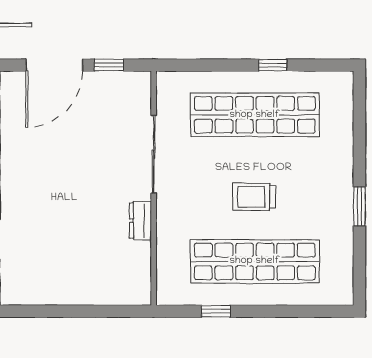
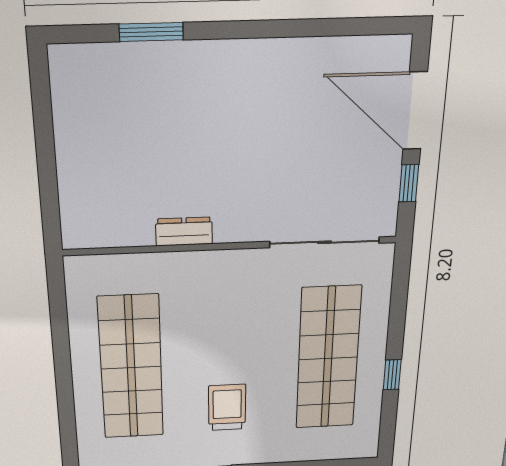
sliding door: (154, 154) -> (325, 242), moved
trolley: (254, 197) -> (227, 407), moved
window: (216, 311) -> (60, 327), removed

